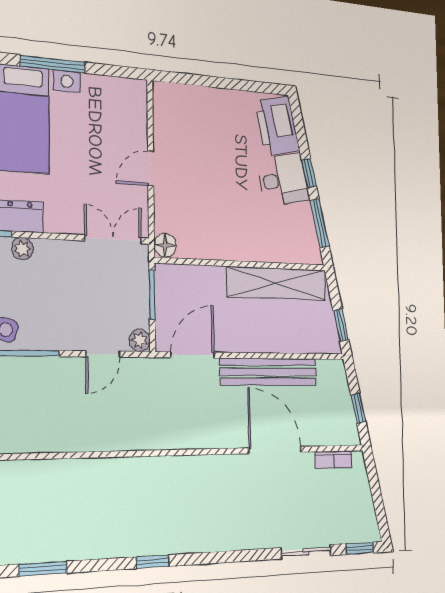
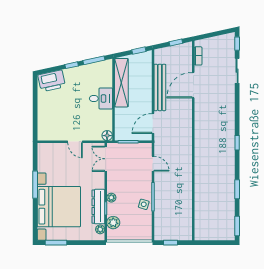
desk: (283, 180) -> (101, 99), moved, turned 102
plant: (140, 340) -> (147, 147), removed
door: (193, 355) -> (153, 123), hinge flipped

